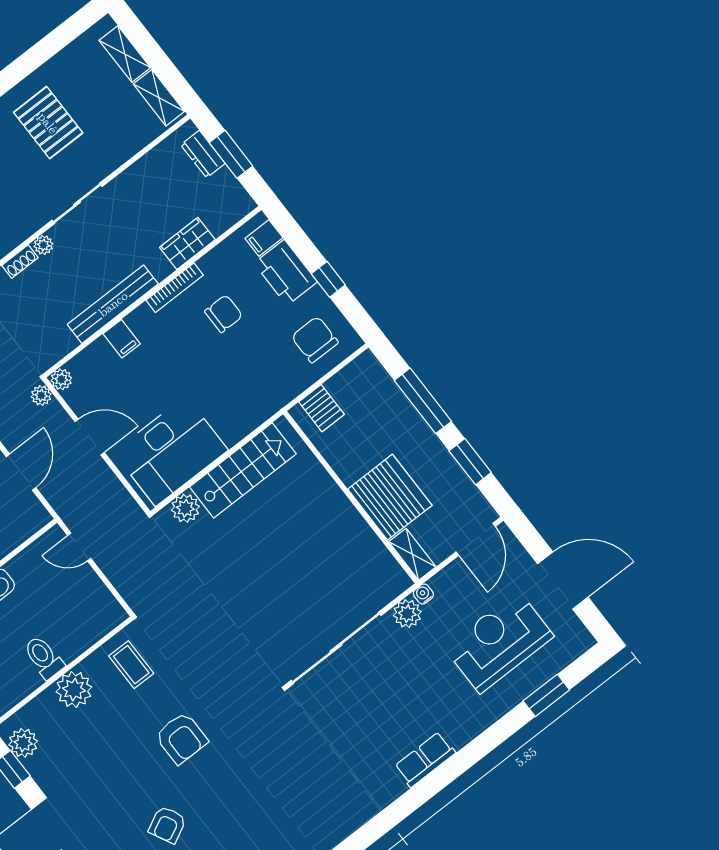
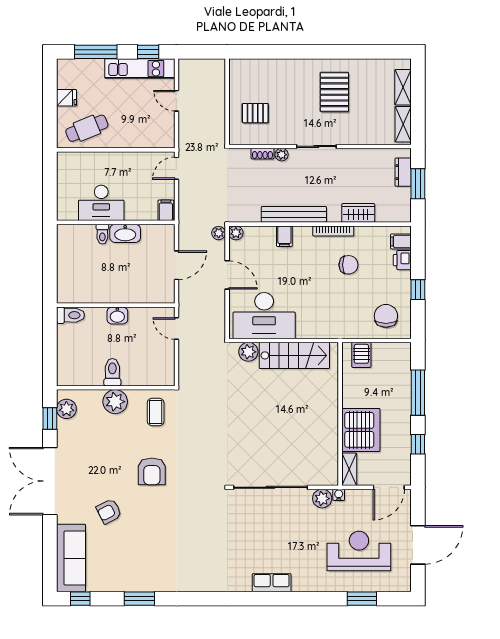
printer: (286, 273) -> (402, 260), width x0.53, depth x0.68
window: (470, 462) -> (418, 444), width x0.67
door: (563, 580) -> (418, 545), hinge flipped

